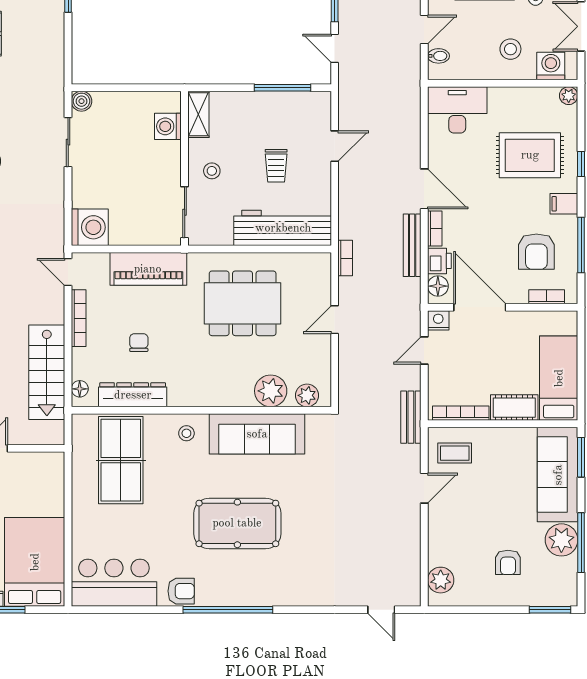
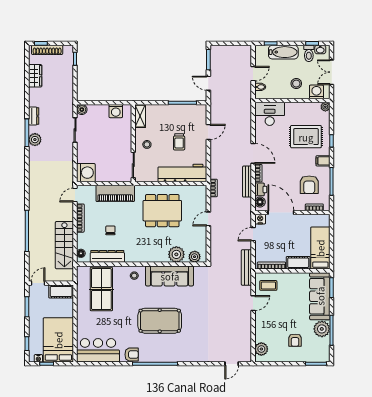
washing machine: (168, 126) -> (116, 111), moved, turned -90
door: (68, 272) -> (75, 195), hinge flipped
bench: (411, 417) -> (246, 268), width x1.36
cot: (40, 465) -> (61, 291), added
door: (381, 610) -> (232, 364), hinge flipped

